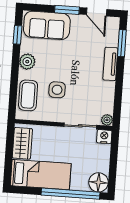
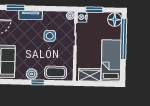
window: (17, 35) -> (38, 82), moved
side table: (57, 90) -> (50, 36), moved
window: (114, 154) -> (94, 10), added

